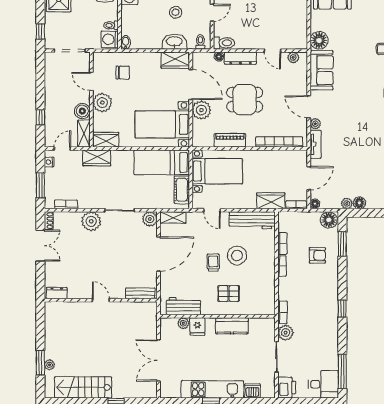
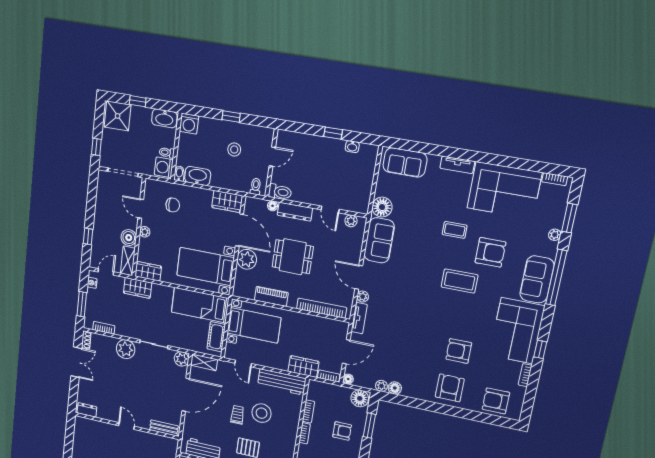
washbasin: (174, 42) -> (198, 176), moved
plant: (102, 103) -> (145, 232), width x0.53, depth x0.53

